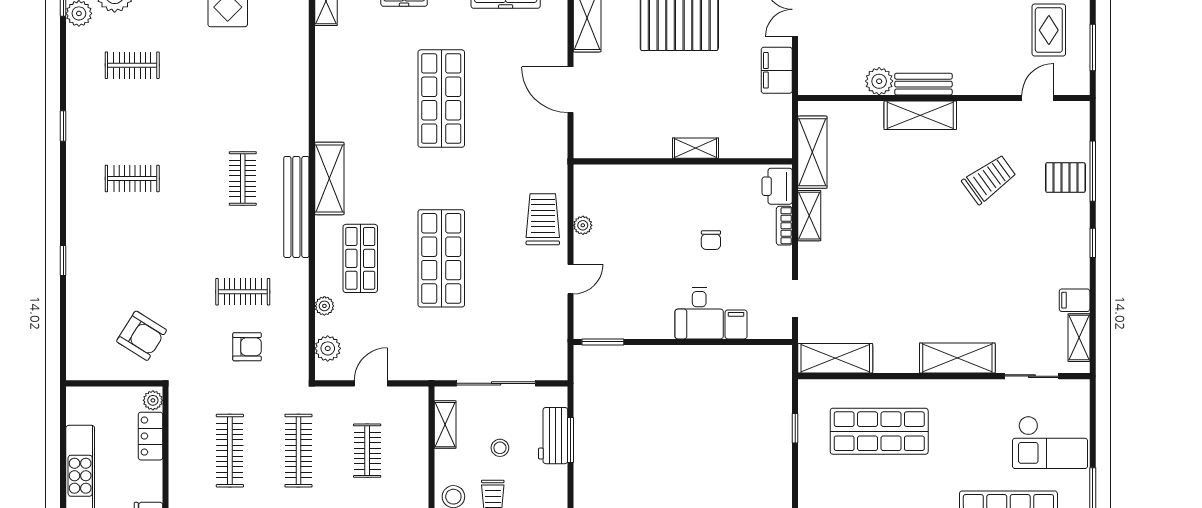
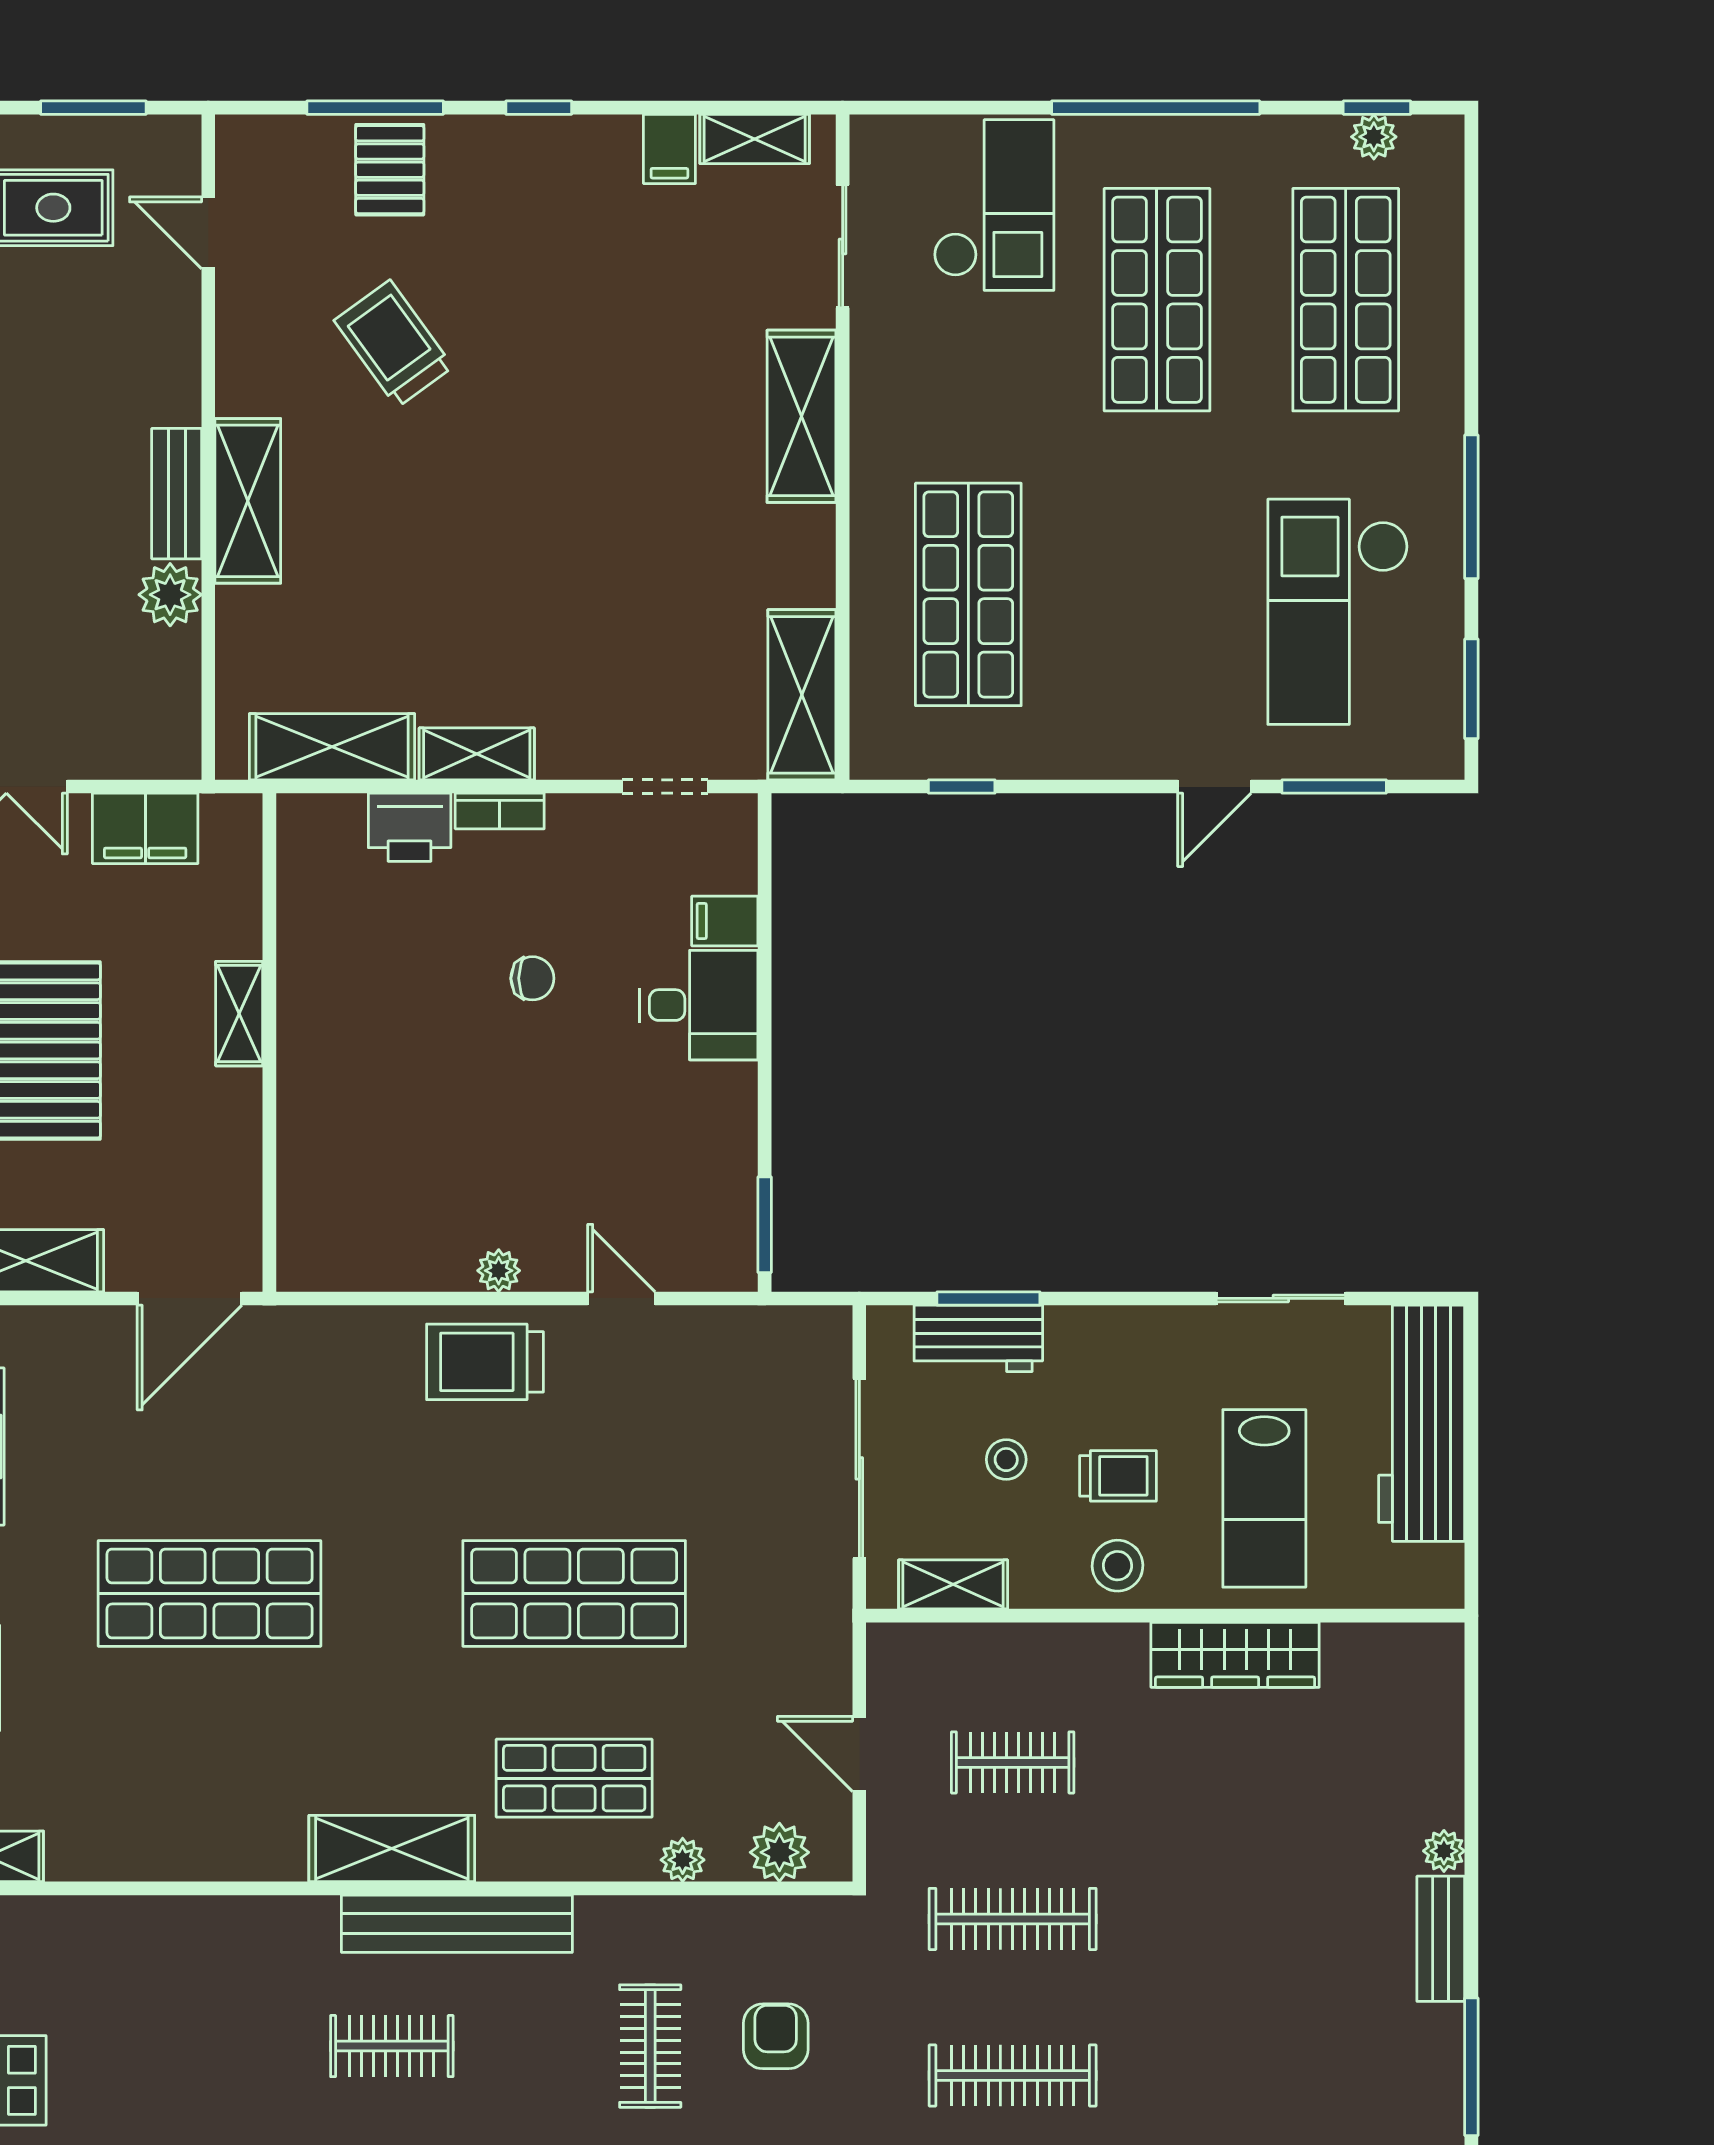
shelving: (695, 148) -> (239, 1014), moved
wall: (683, 161) -> (269, 1042), moved

